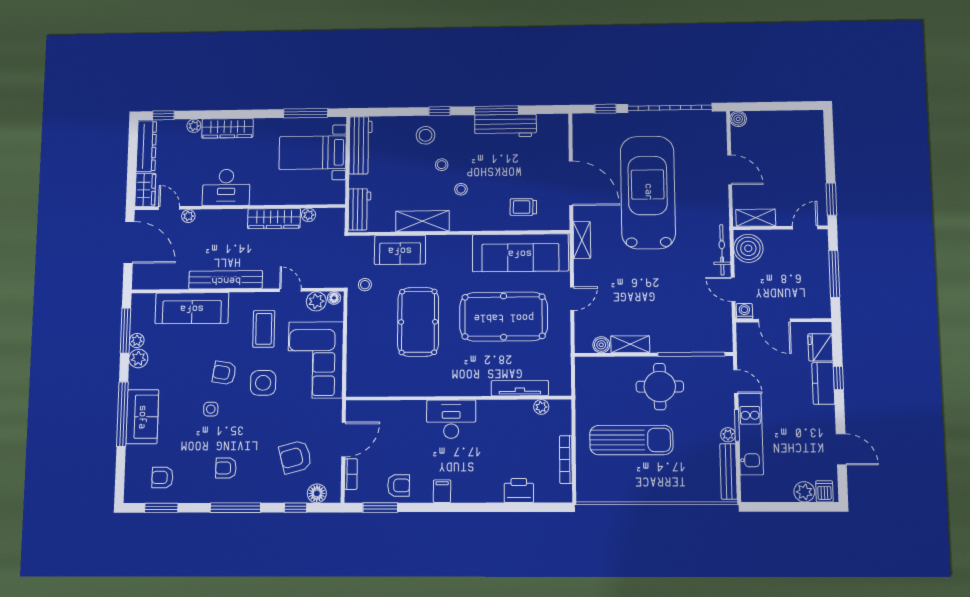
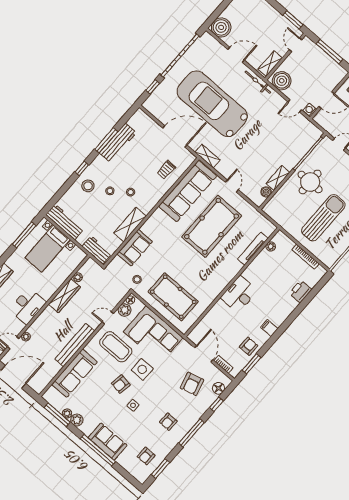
boiler: (738, 119) -> (221, 27), width x1.86, depth x1.86
bicycle: (722, 250) -> (258, 82), moved
pool table: (418, 322) -> (173, 297), moved
coffee table: (264, 329) -> (116, 347), width x1.36, depth x1.32

